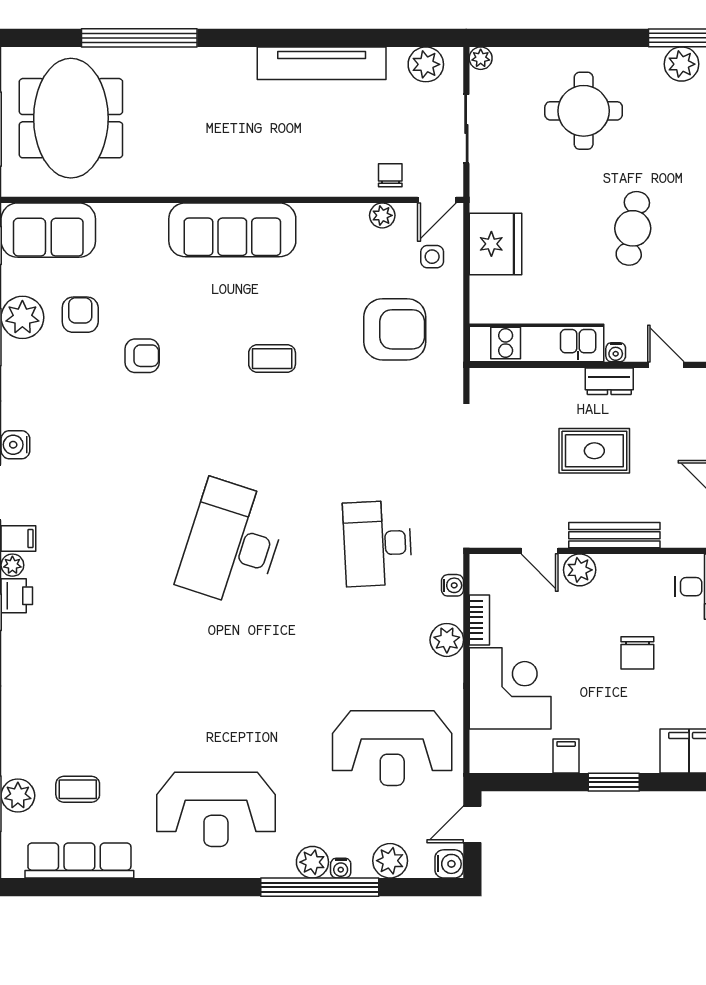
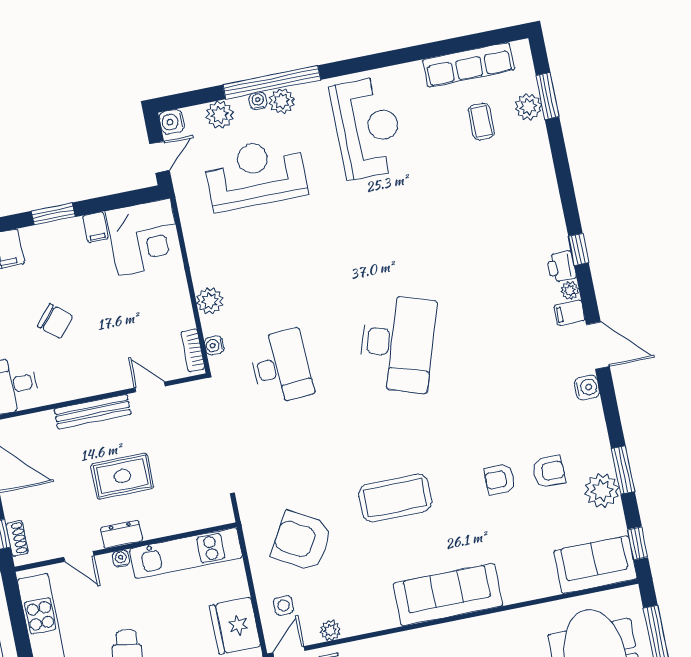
armchair: (80, 315) -> (549, 472), moved, turned -90
armchair: (395, 329) -> (302, 541), turned 30
coffee table: (272, 359) -> (395, 498), width x1.86, depth x1.72
plant: (580, 570) -> (115, 378), removed
bookcase: (479, 620) -> (193, 350), moved
chair: (637, 653) -> (55, 321), turned 130
corner desk: (510, 688) -> (144, 237), moved, turned -90
reception desk: (392, 748) -> (256, 174), moved
coffee table: (78, 789) -> (481, 122), turned 90
reception desk: (216, 809) -> (367, 128), turned 90

